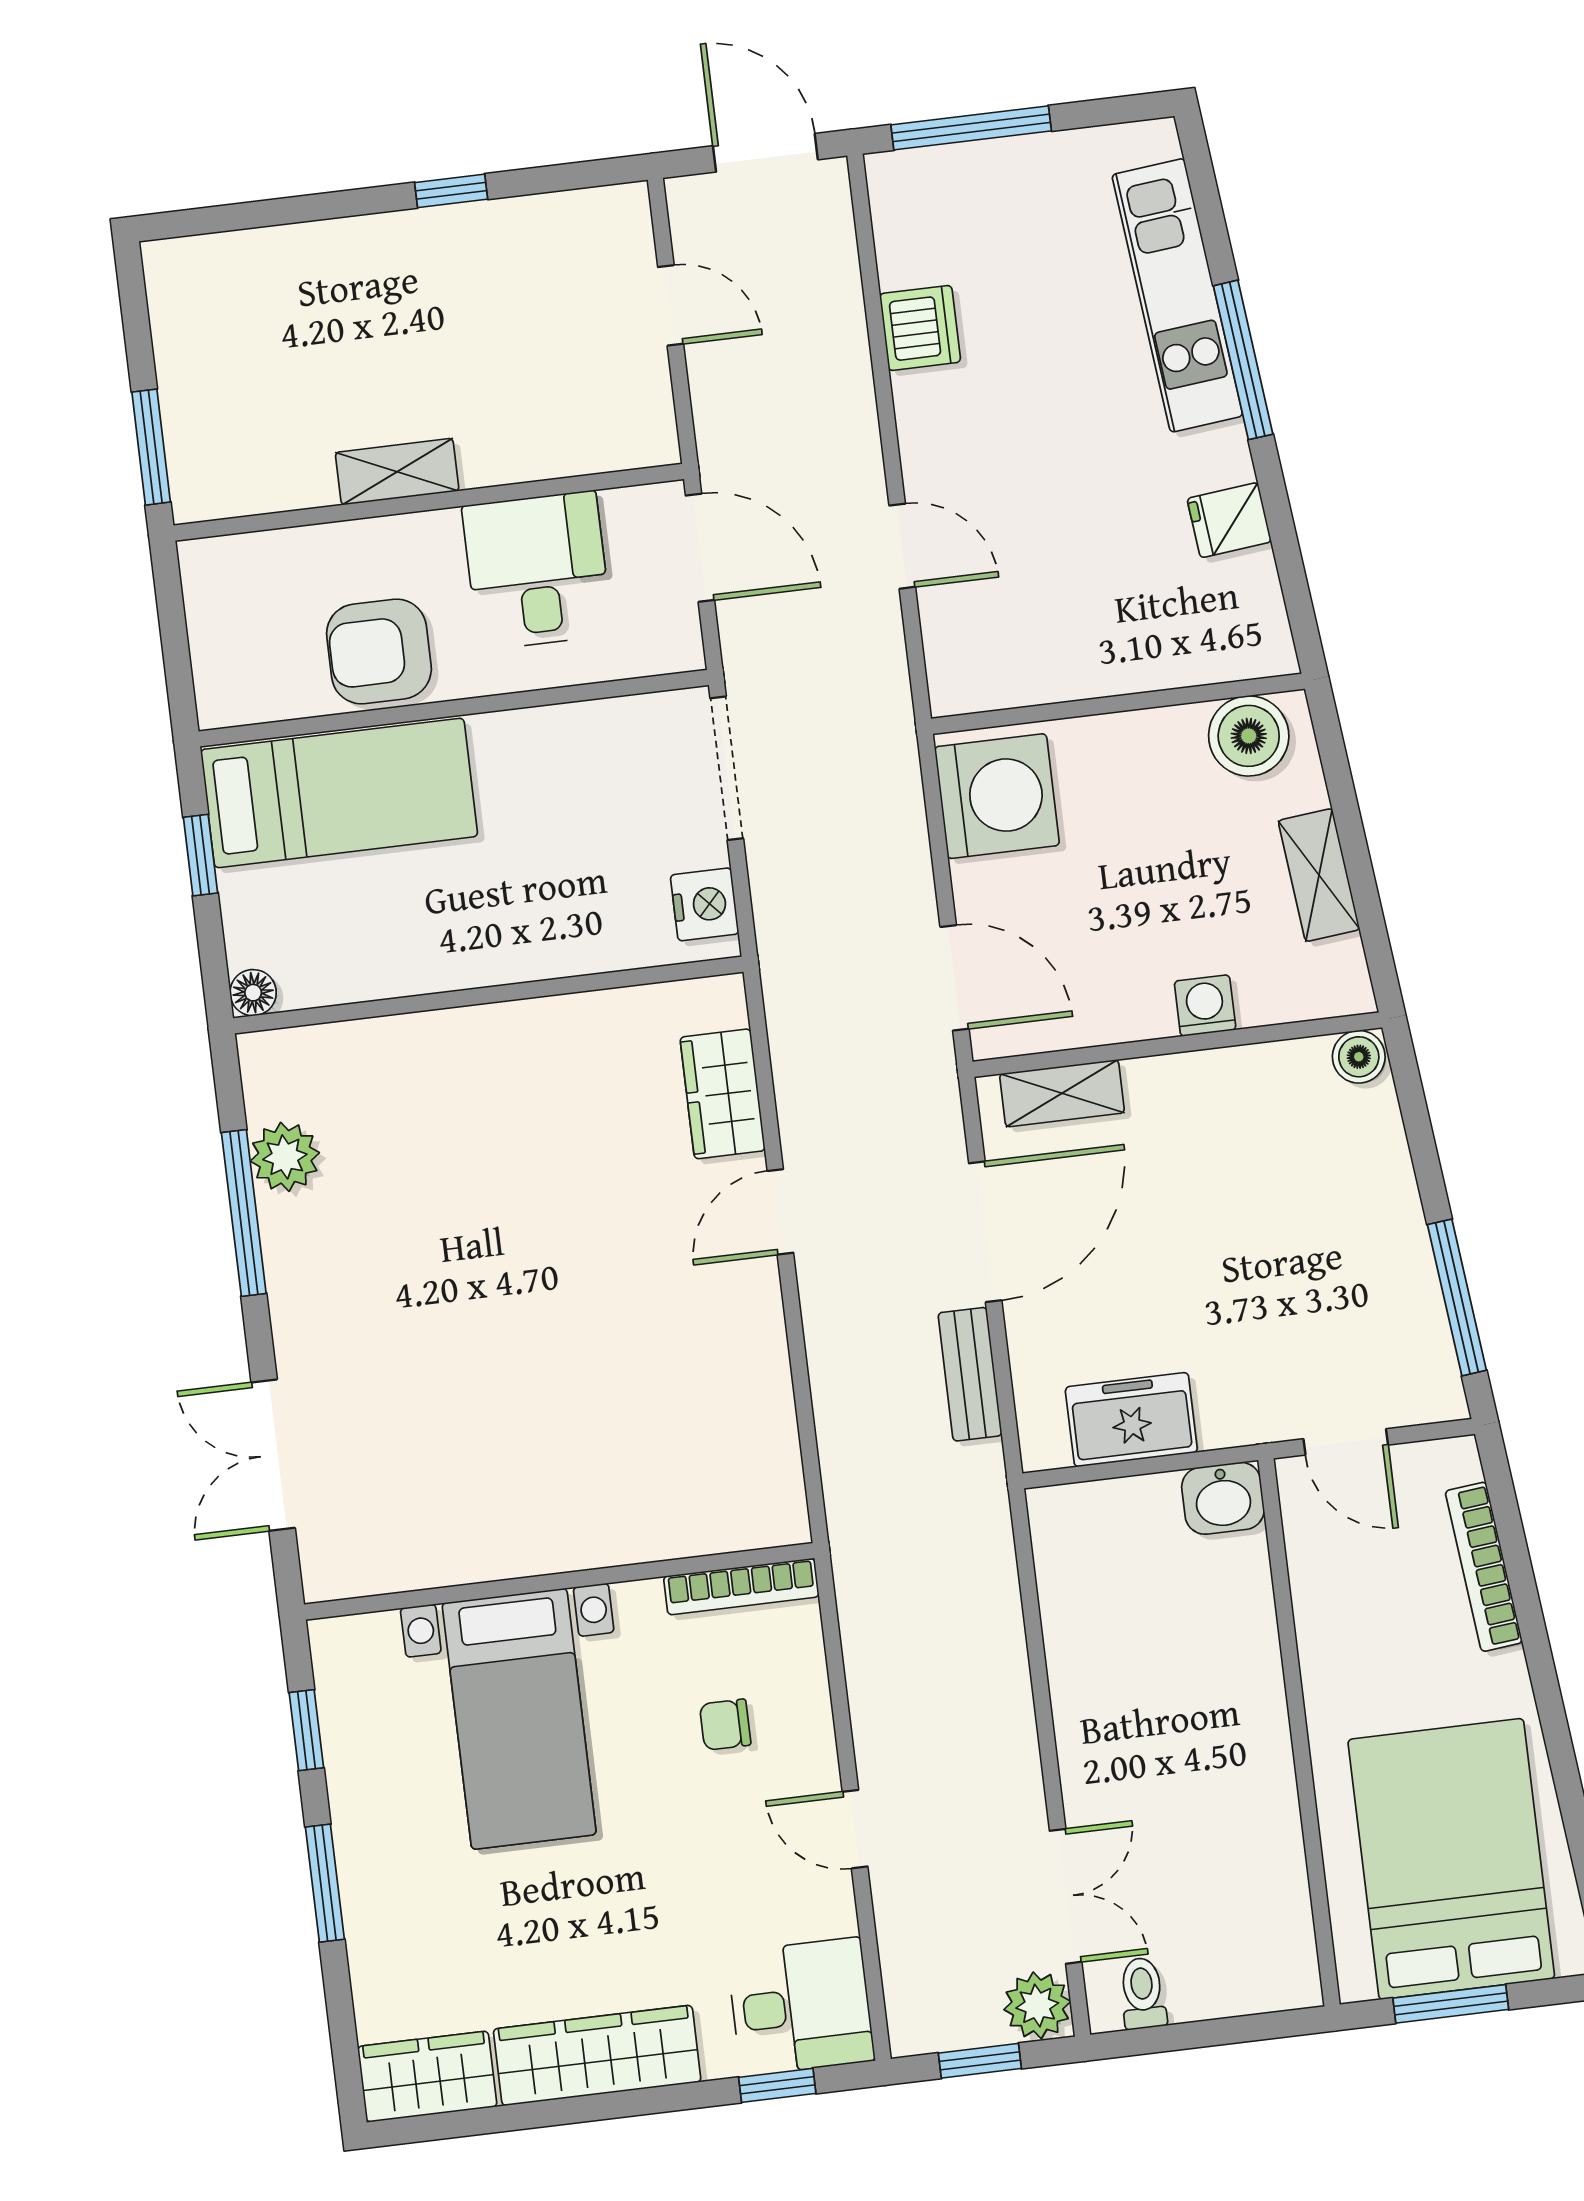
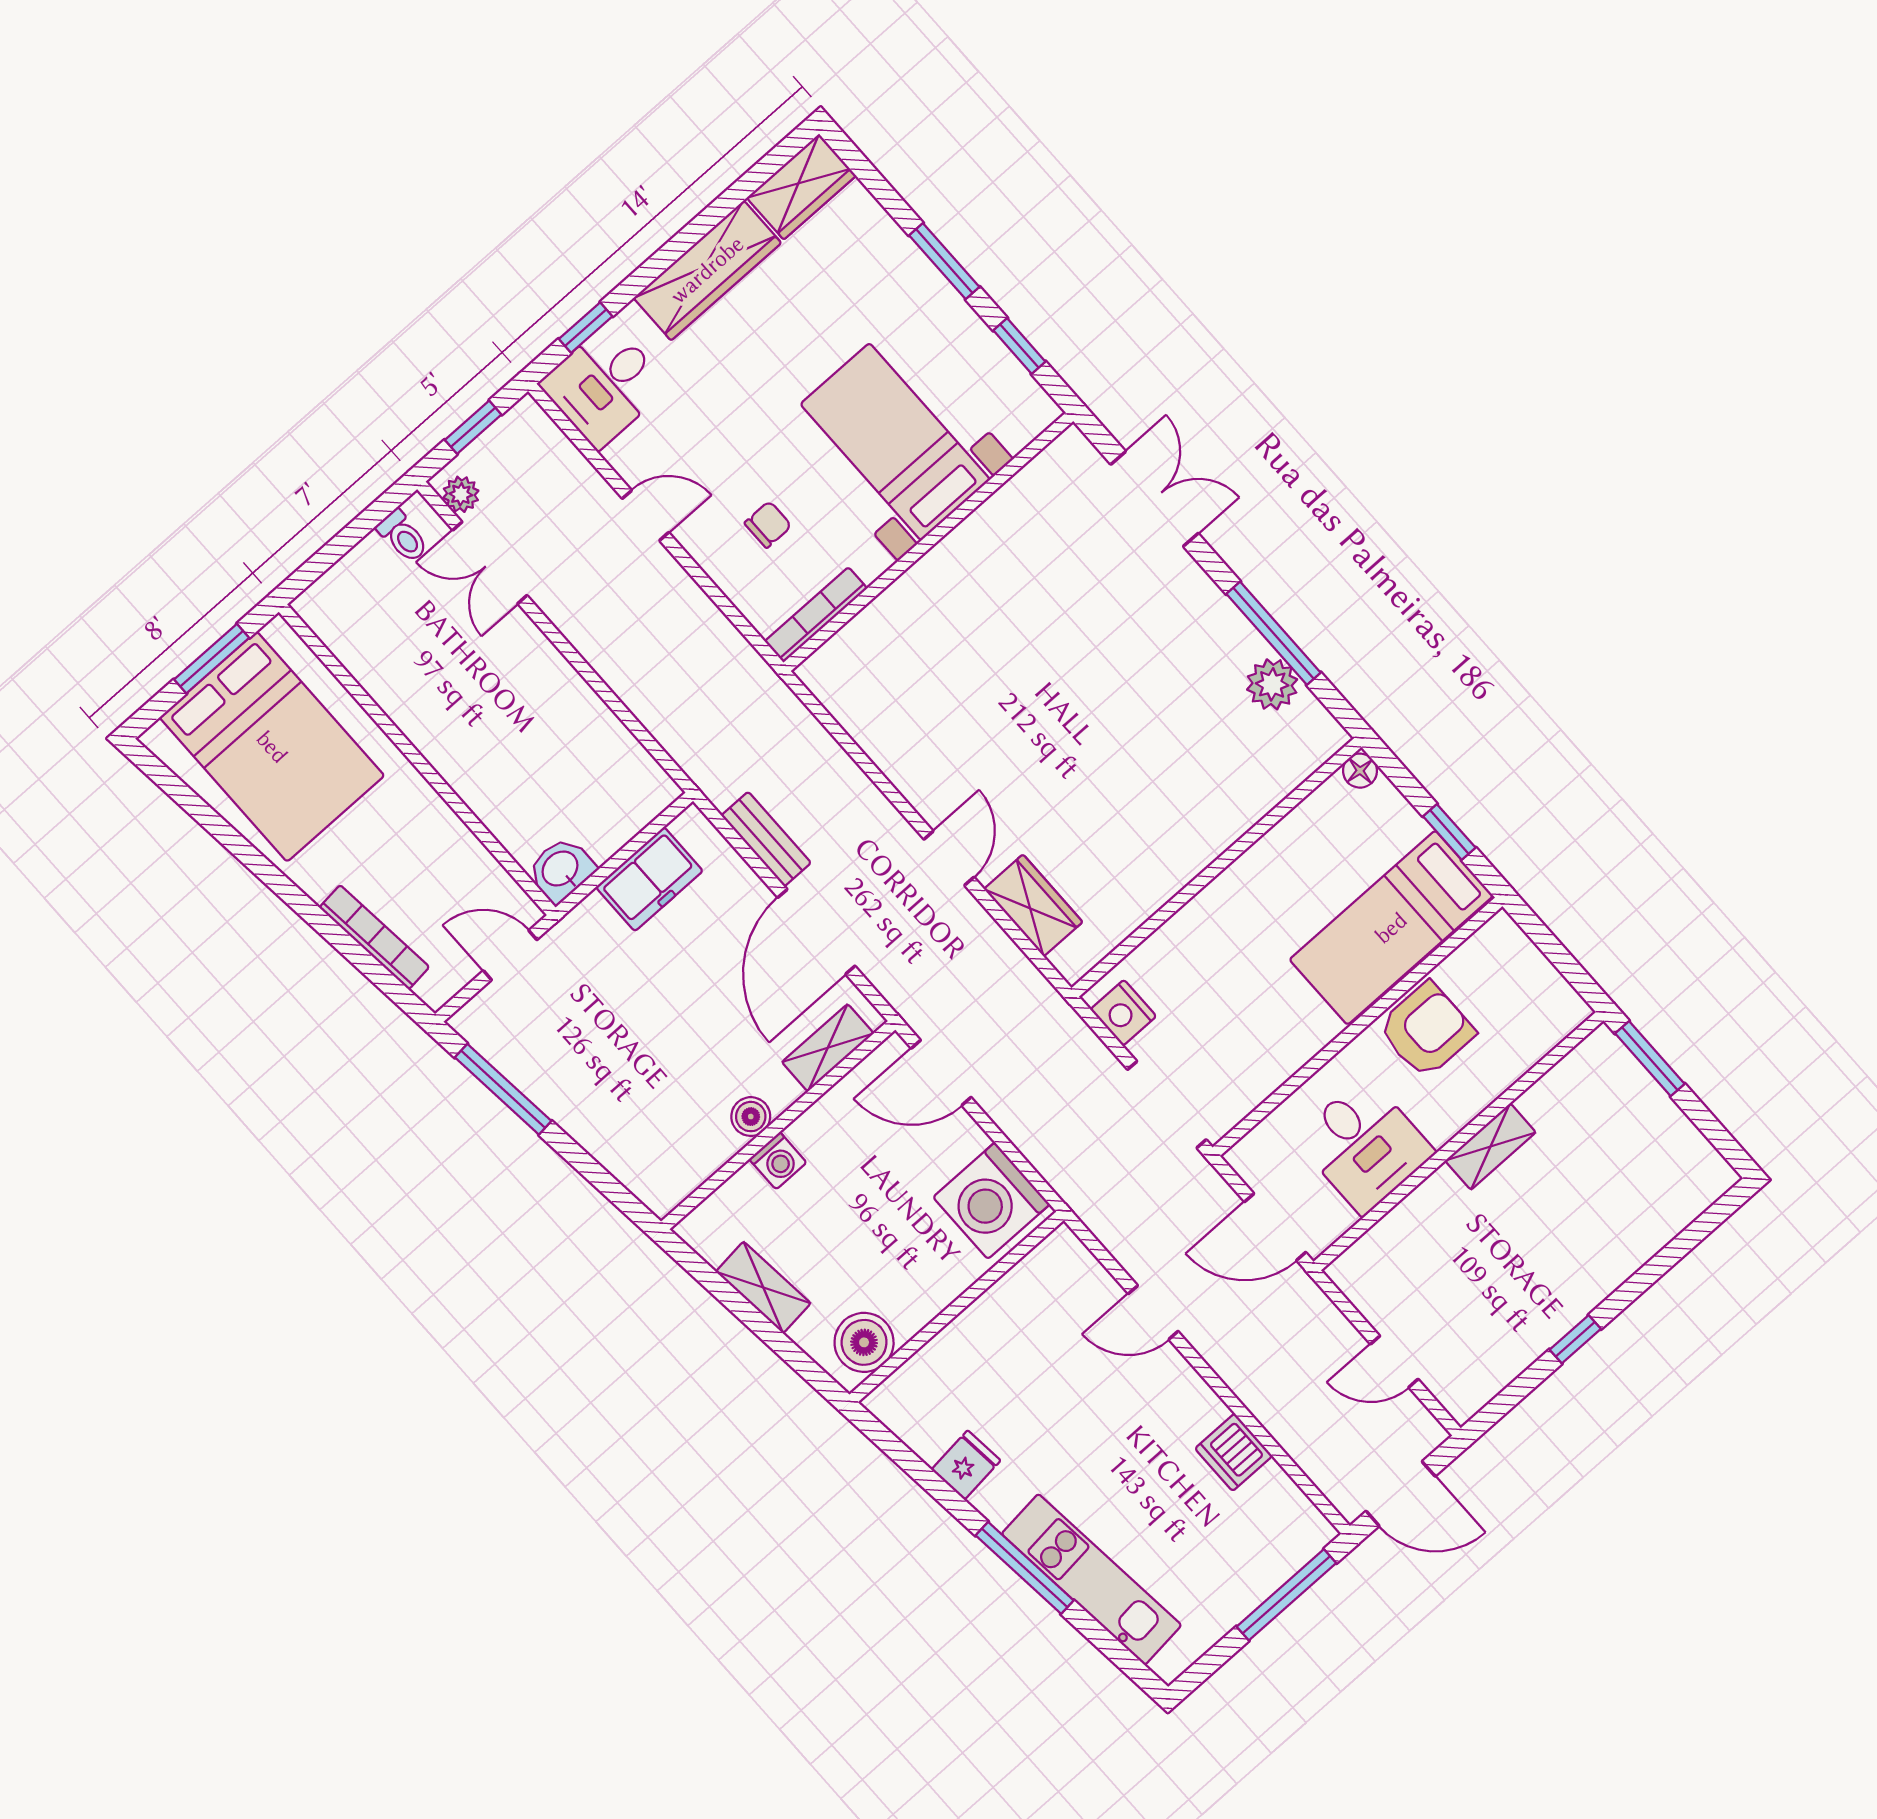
boiler: (1359, 1057) -> (751, 1117), moved
plant: (1037, 2005) -> (461, 494), width x0.73, depth x0.73

